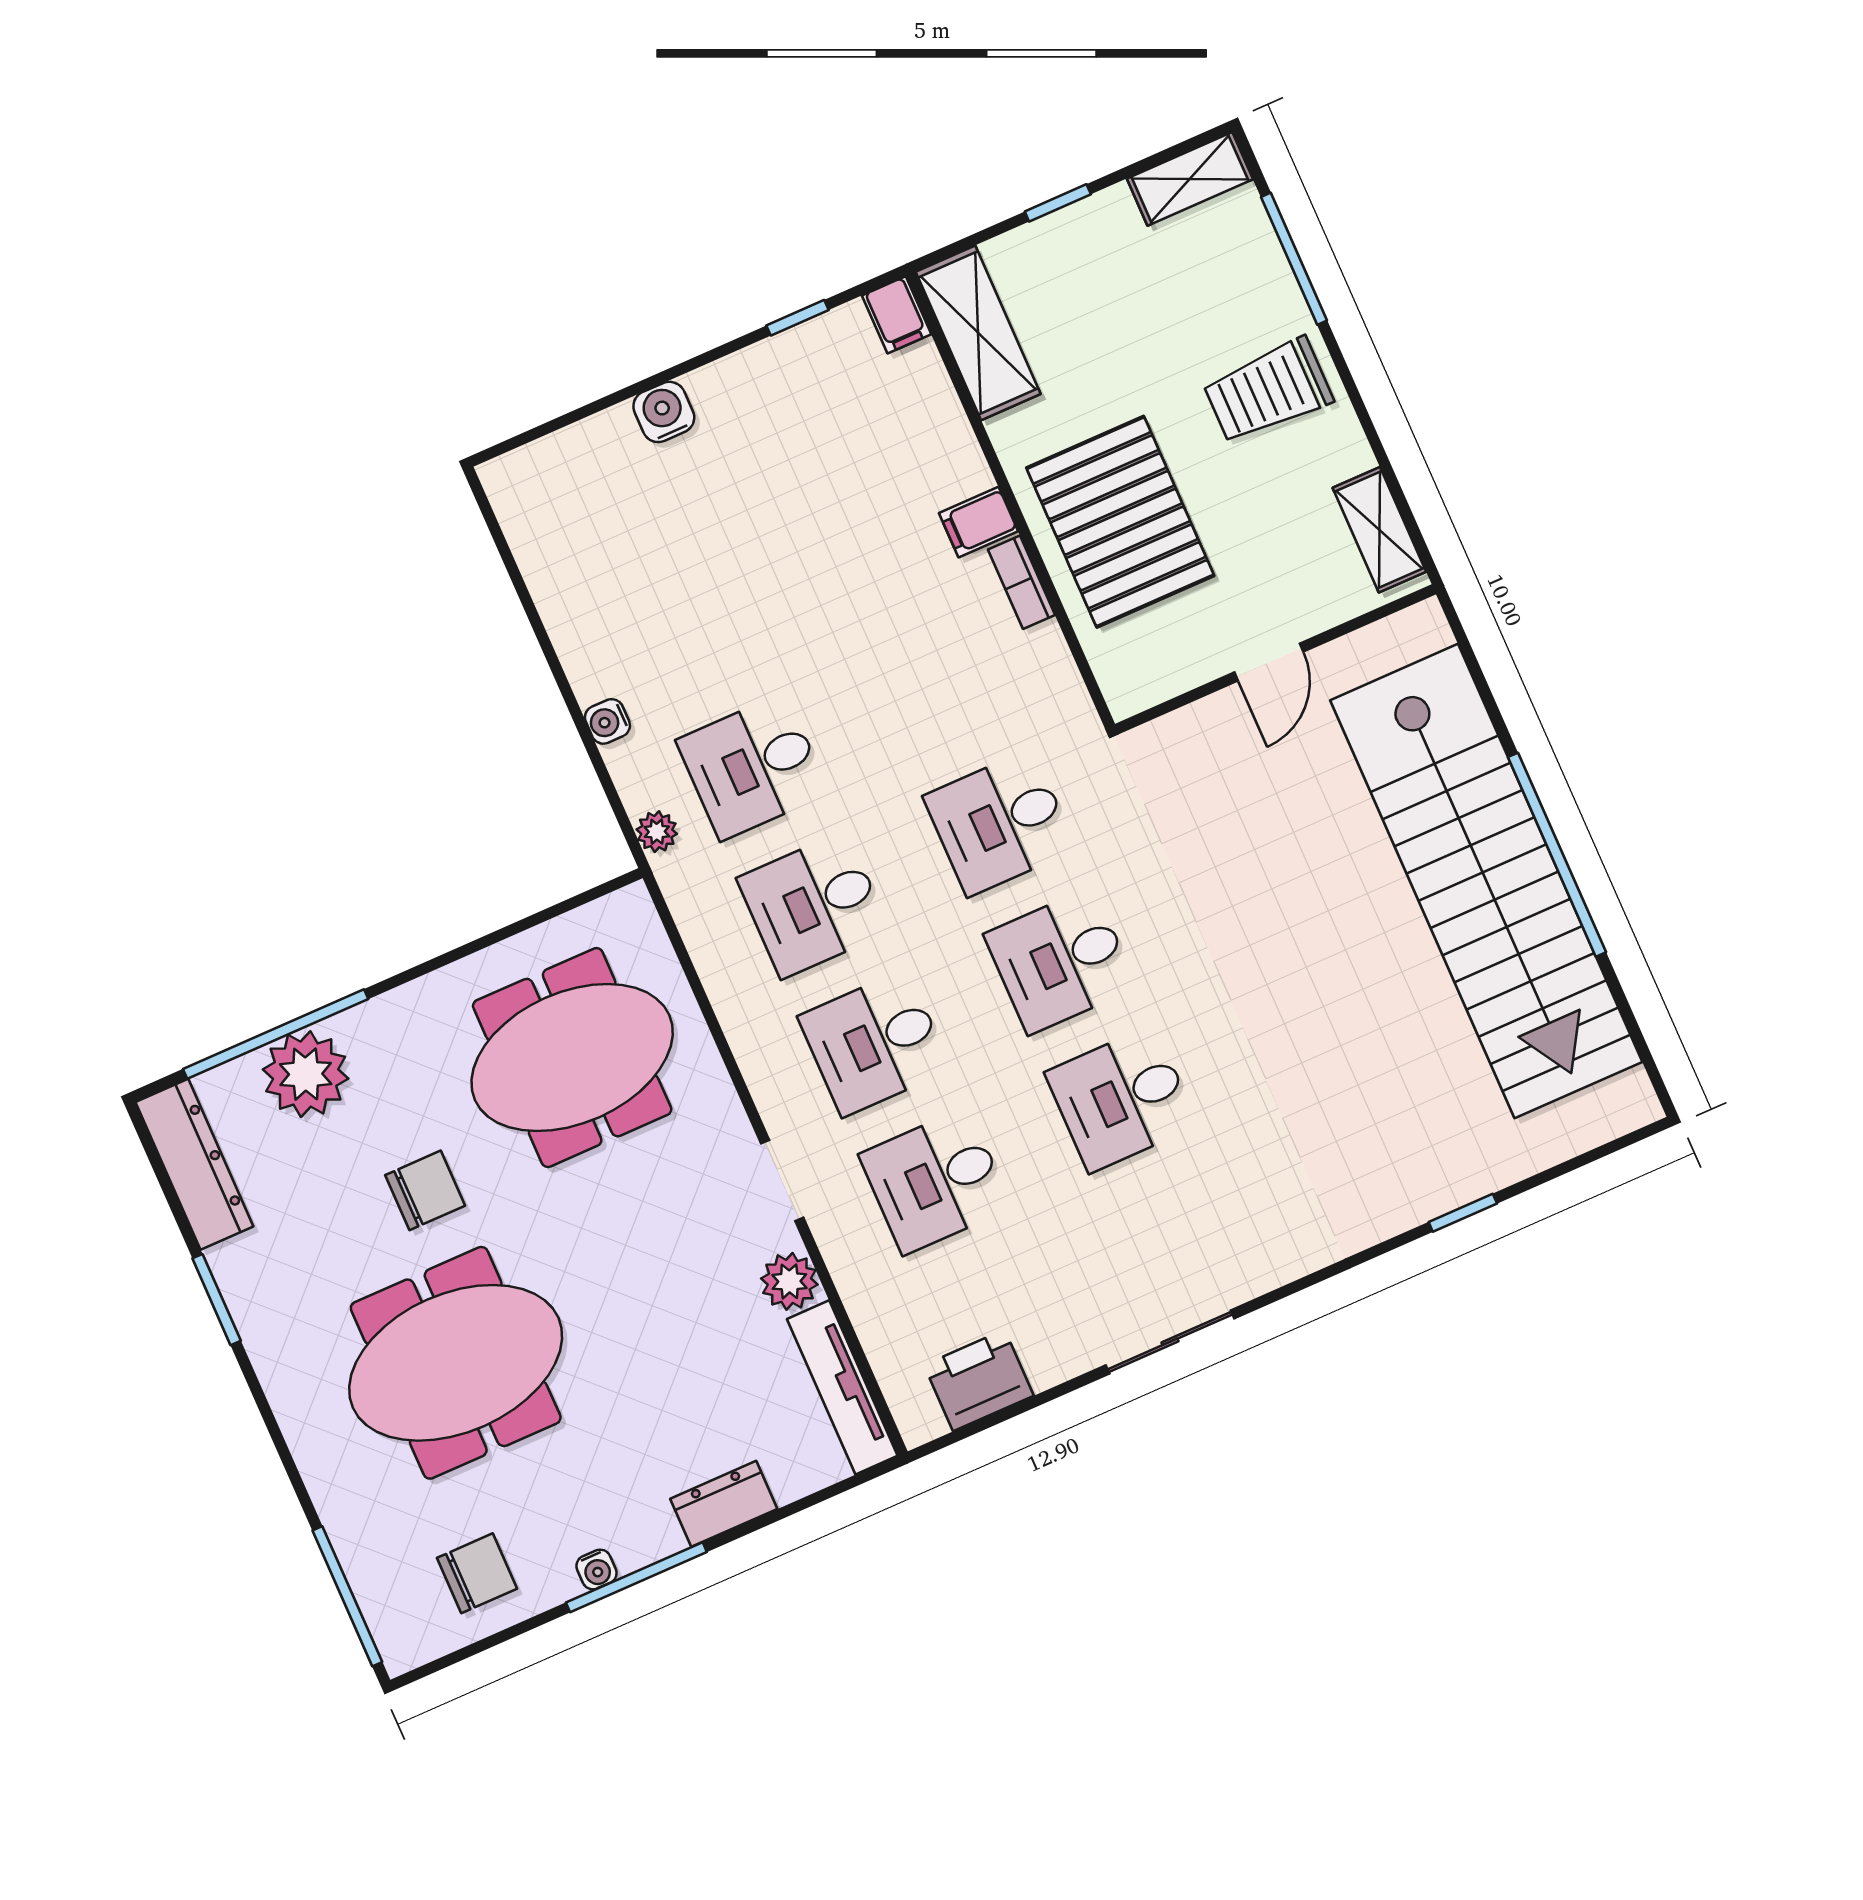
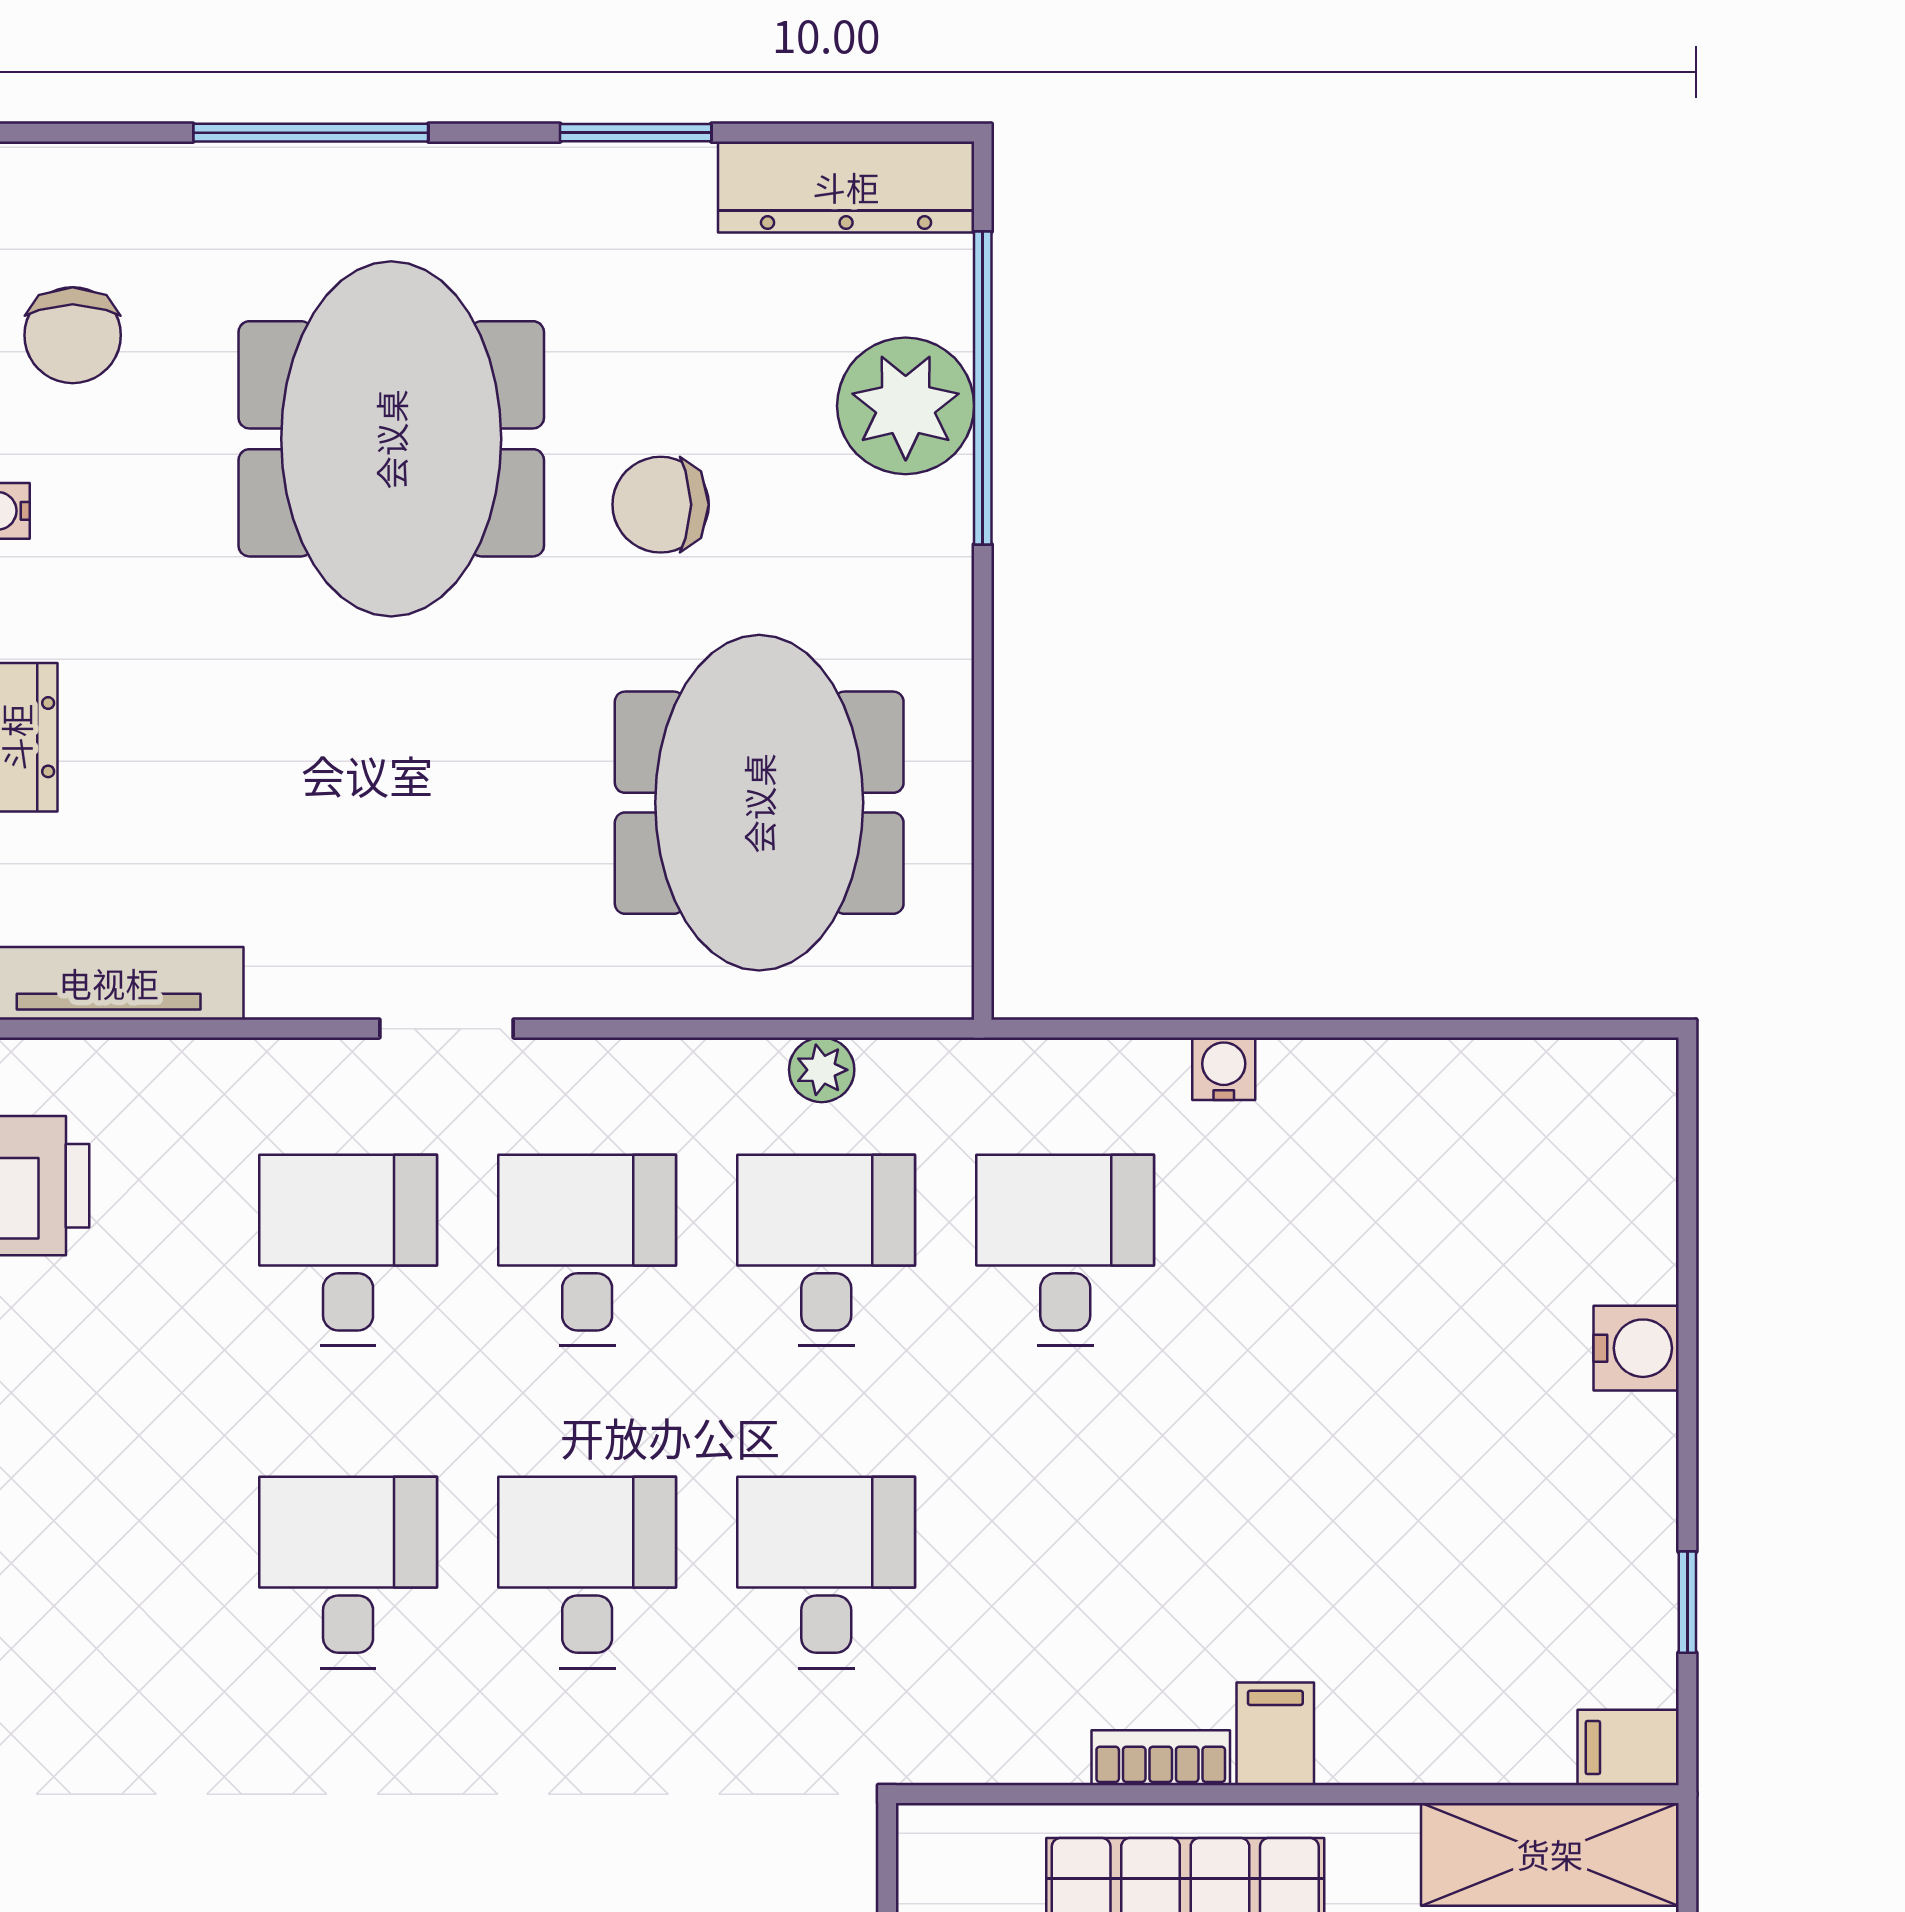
plant: (657, 832) -> (822, 1070), moved
chair: (425, 1190) -> (661, 505), turned 90
plant: (789, 1281) -> (296, 974), removed
window: (347, 1596) -> (311, 133), moved

